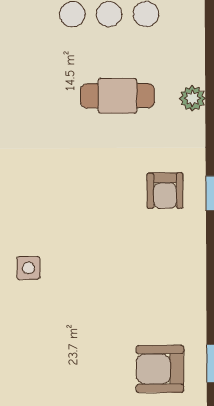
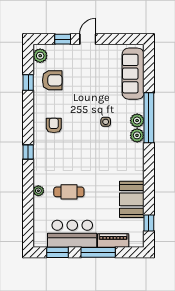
armchair: (165, 191) -> (54, 125), moved

